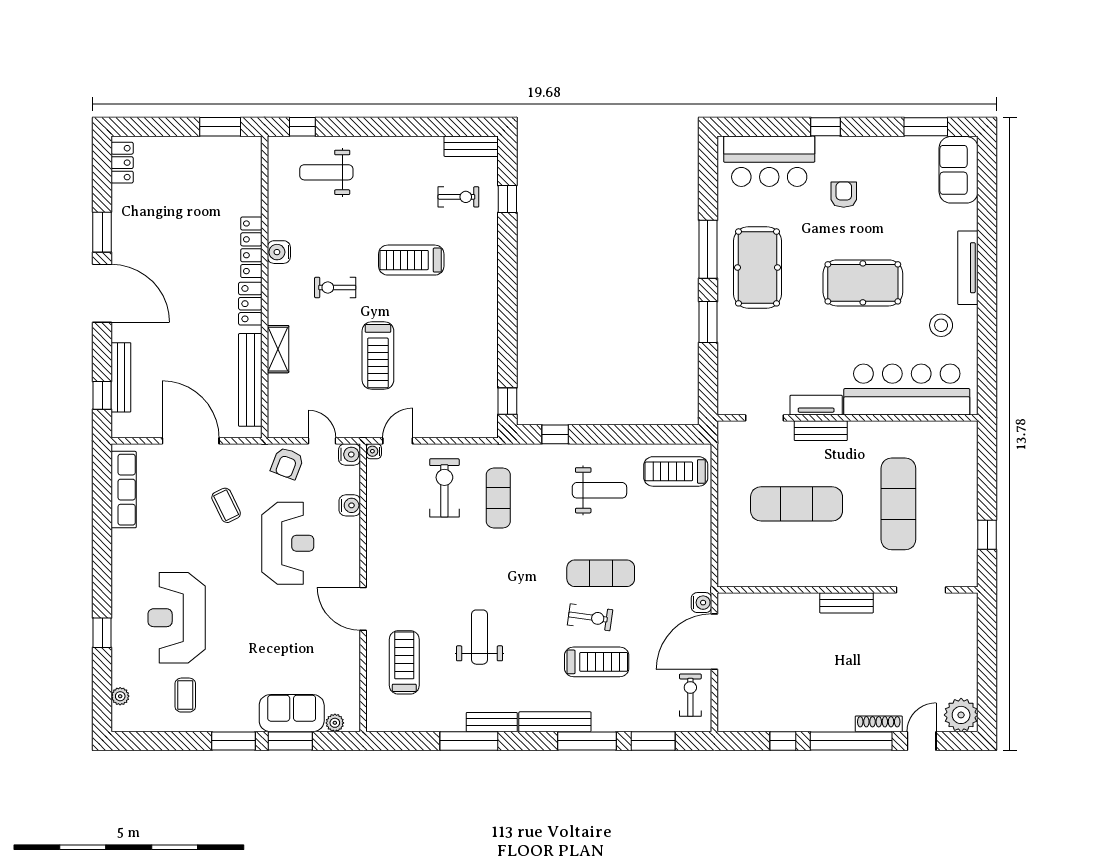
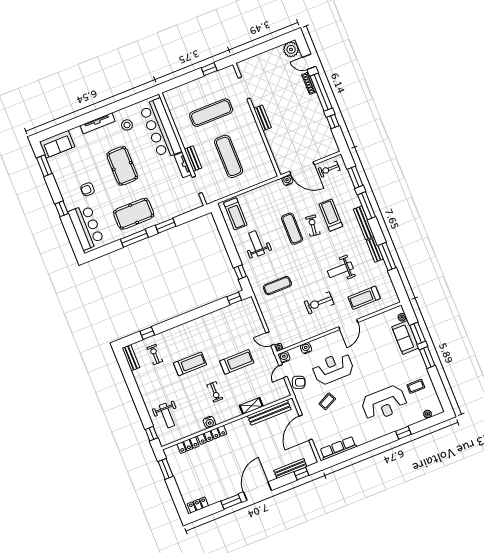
treadmill: (411, 260) -> (190, 364), turned -90
locker: (250, 304) -> (188, 445), moved
exercise bike: (444, 488) -> (319, 303), moved

